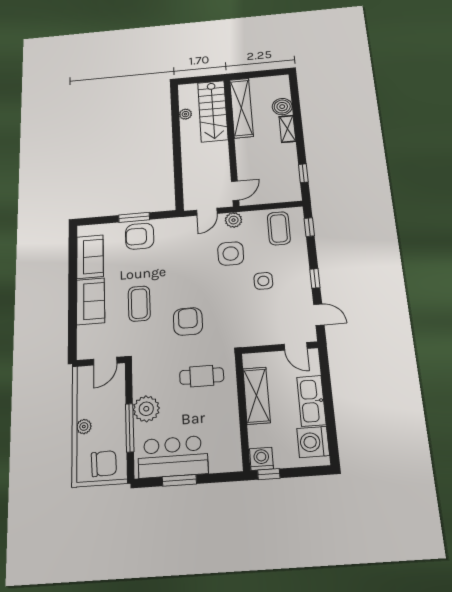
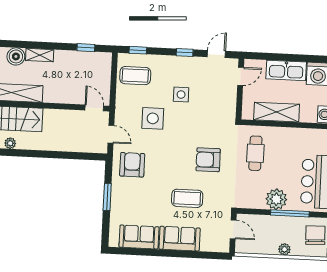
plant: (233, 220) -> (122, 113), removed
armchair: (140, 236) -> (132, 165), moved, turned 180

